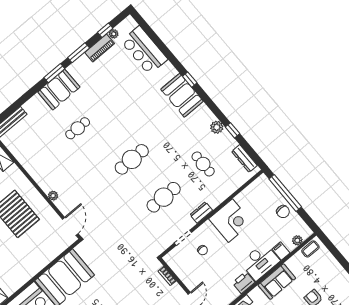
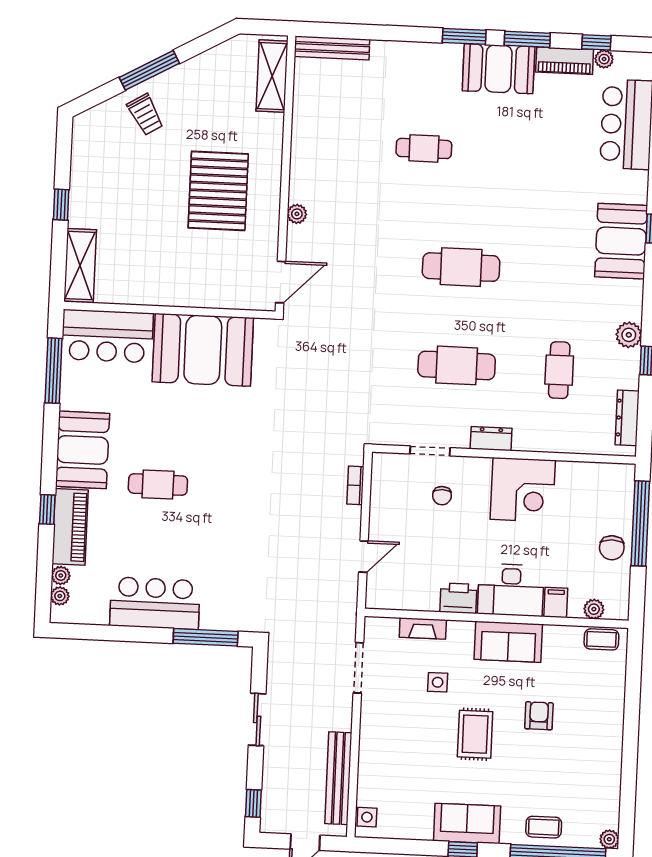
booth: (59, 90) -> (499, 69), moved

